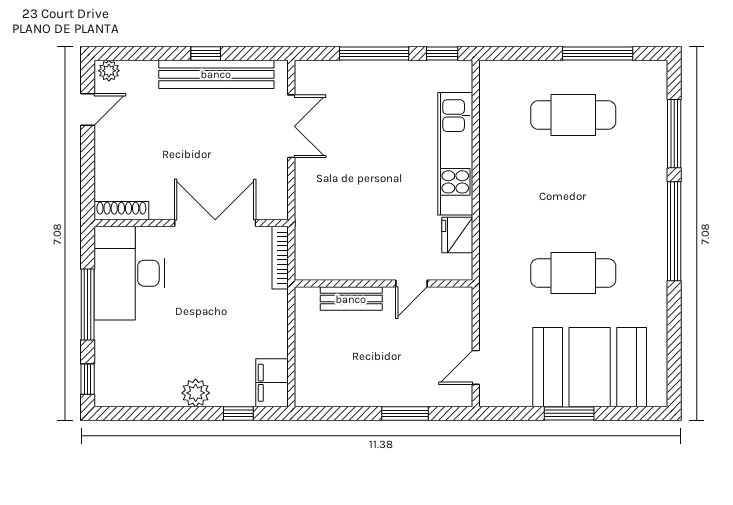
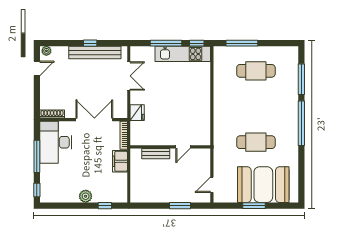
window: (598, 54) -> (242, 43), moved
kitchen unit: (455, 154) -> (183, 54), moved, turned -90
fridge: (457, 235) -> (137, 113), moved, turned 180
filing cabinet: (272, 383) -> (120, 161), moved

